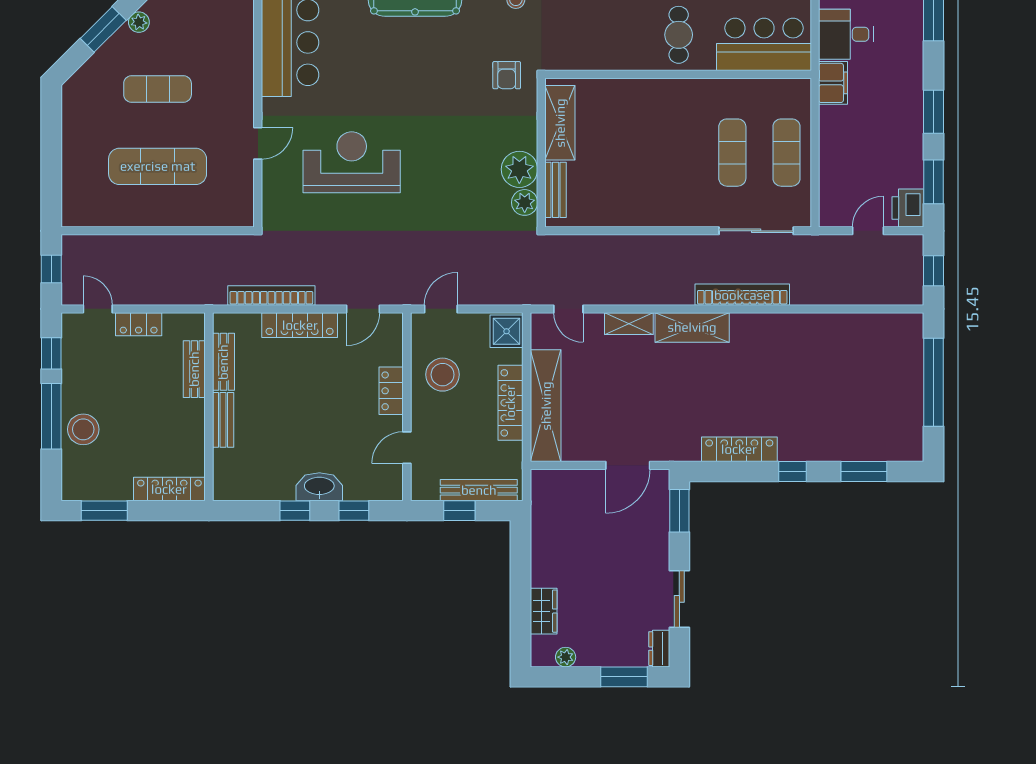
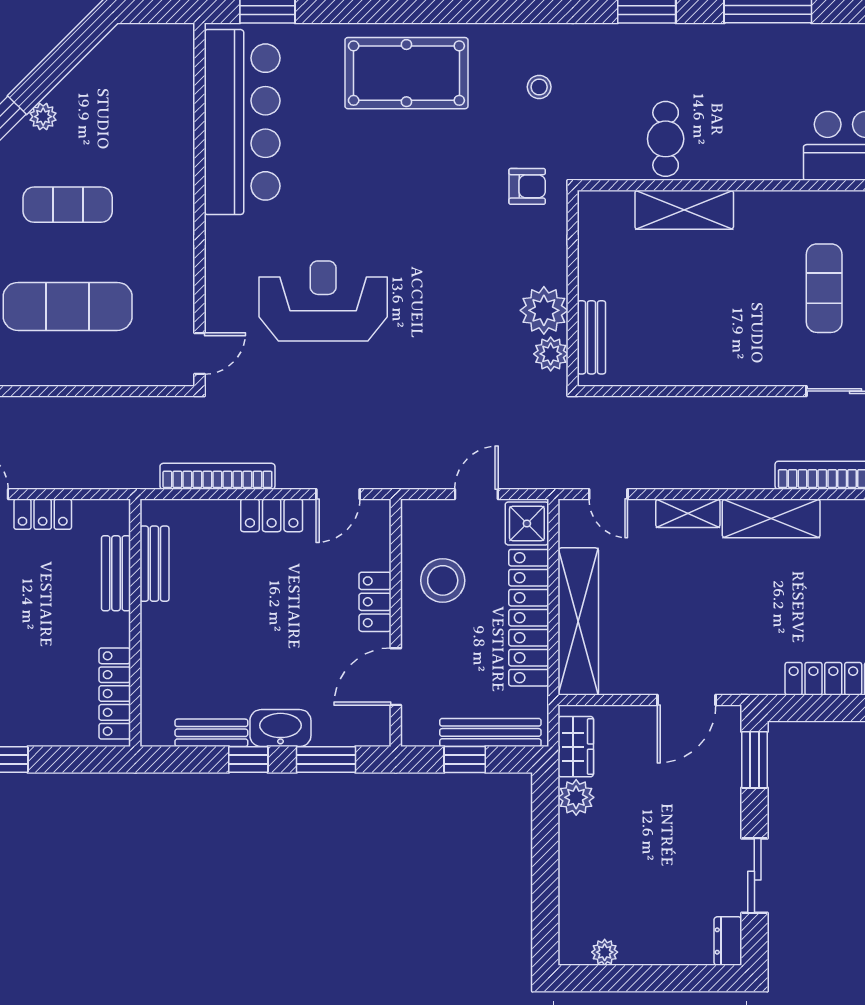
cafe table: (679, 35) -> (666, 139), moved
armchair: (507, 75) -> (527, 186), turned -90
shelving: (560, 123) -> (684, 210), moved, turned 90
door: (258, 143) -> (200, 353), moved
door: (441, 309) -> (476, 494), moved
locker: (300, 325) -> (272, 515), width x0.66
locker: (510, 403) -> (529, 618), width x1.41, depth x1.21
bench: (223, 420) -> (211, 733), moved, turned 90
door: (407, 448) -> (396, 677), width x1.38
locker: (169, 489) -> (115, 694), moved, turned -90
window: (354, 511) -> (326, 759), width x1.50
plant: (544, 539) -> (576, 797), added
wardrobe: (544, 611) -> (576, 747), moved
window: (624, 677) -> (682, 978), removed

